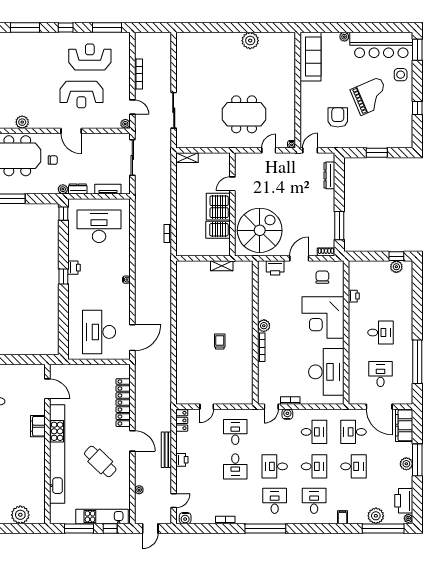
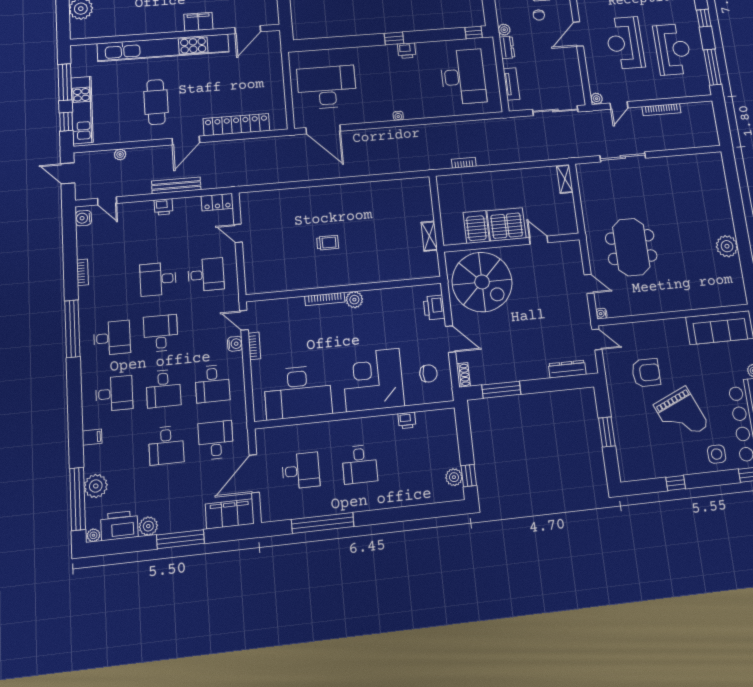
cafe table: (100, 461) -> (156, 102), turned -44
plant: (406, 464) -> (148, 526), moved

